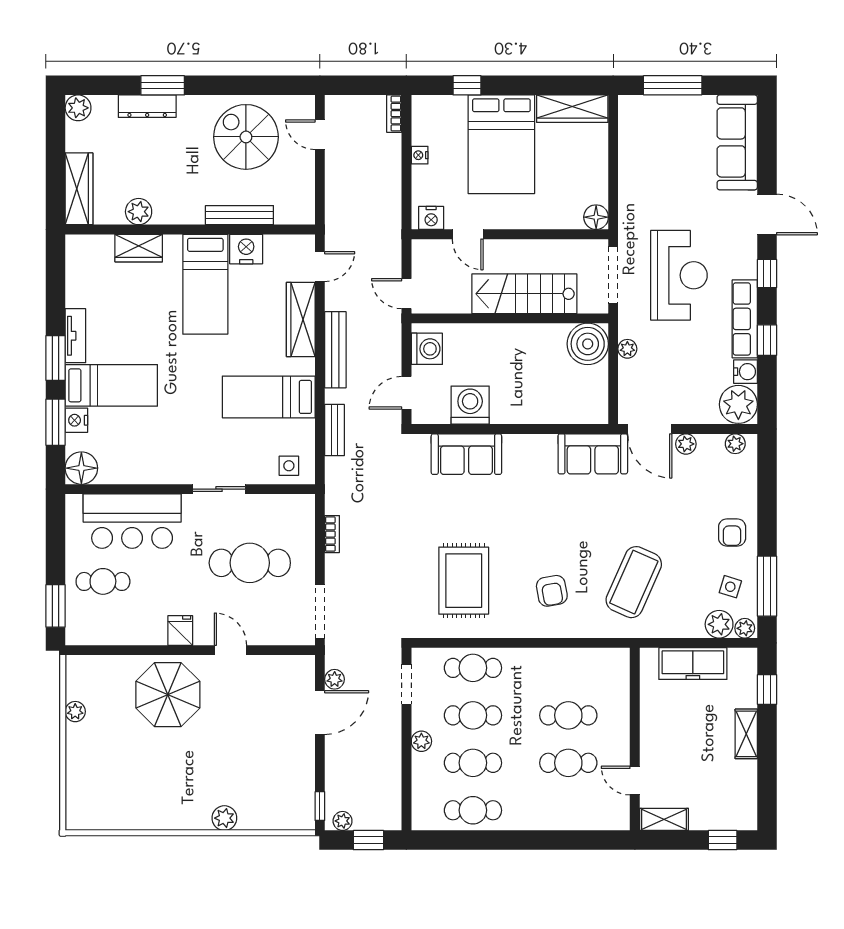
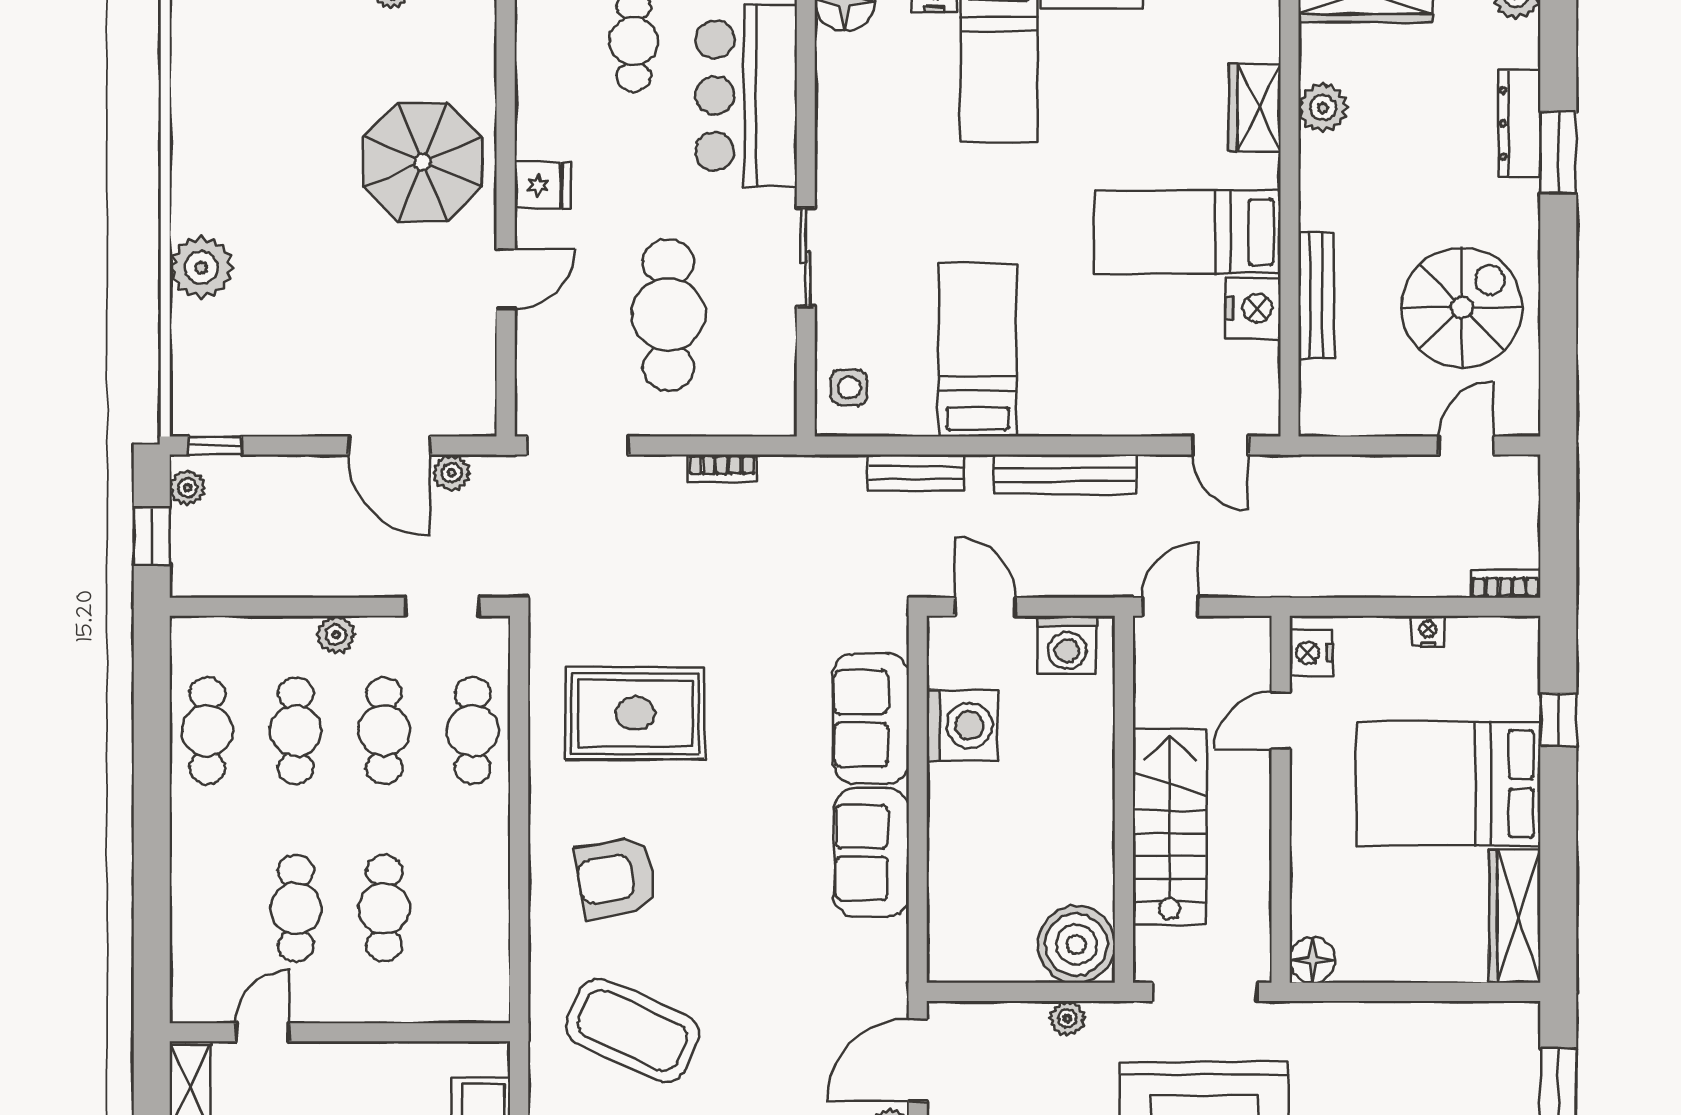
wardrobe: (301, 319) -> (1122, 410), removed
sofa: (593, 454) -> (871, 852), moved
armchair: (552, 591) -> (616, 878), width x1.38, depth x1.38
plant: (224, 818) -> (201, 267), width x1.36, depth x1.36

